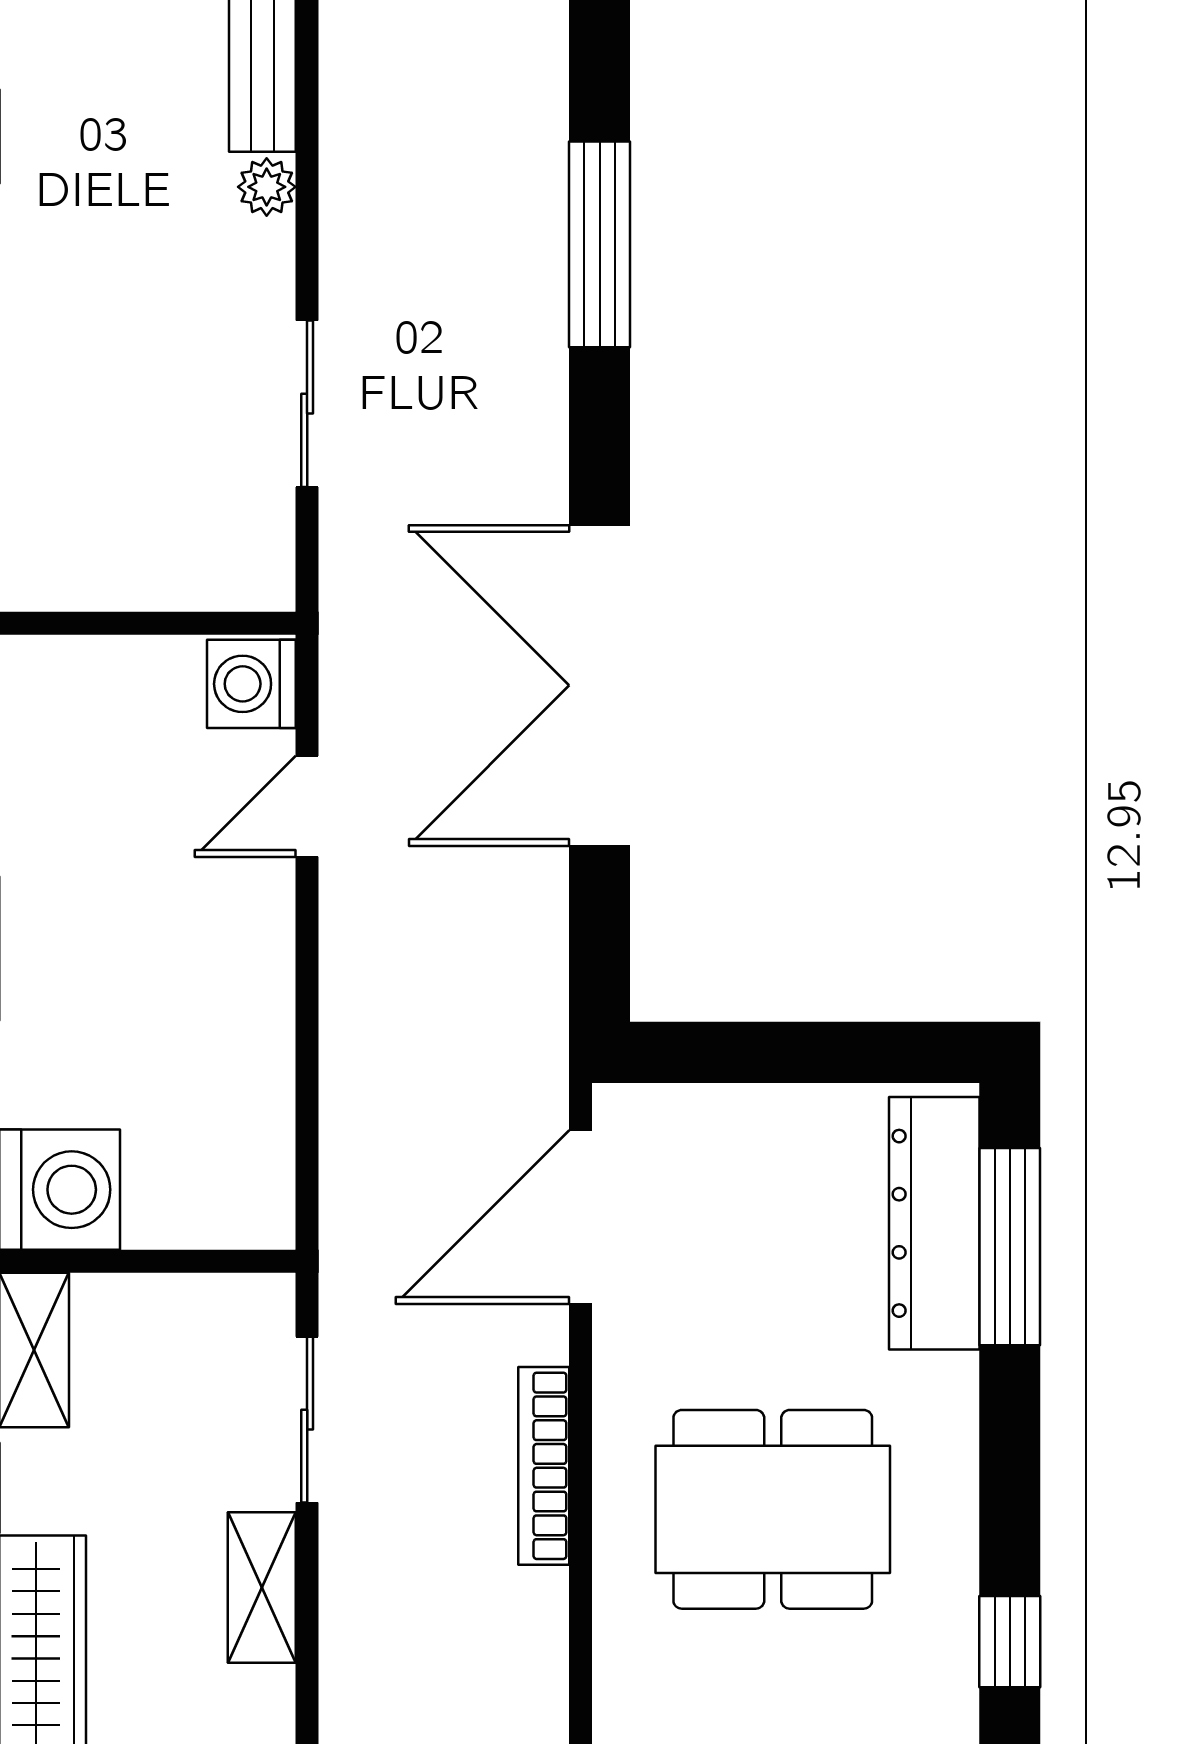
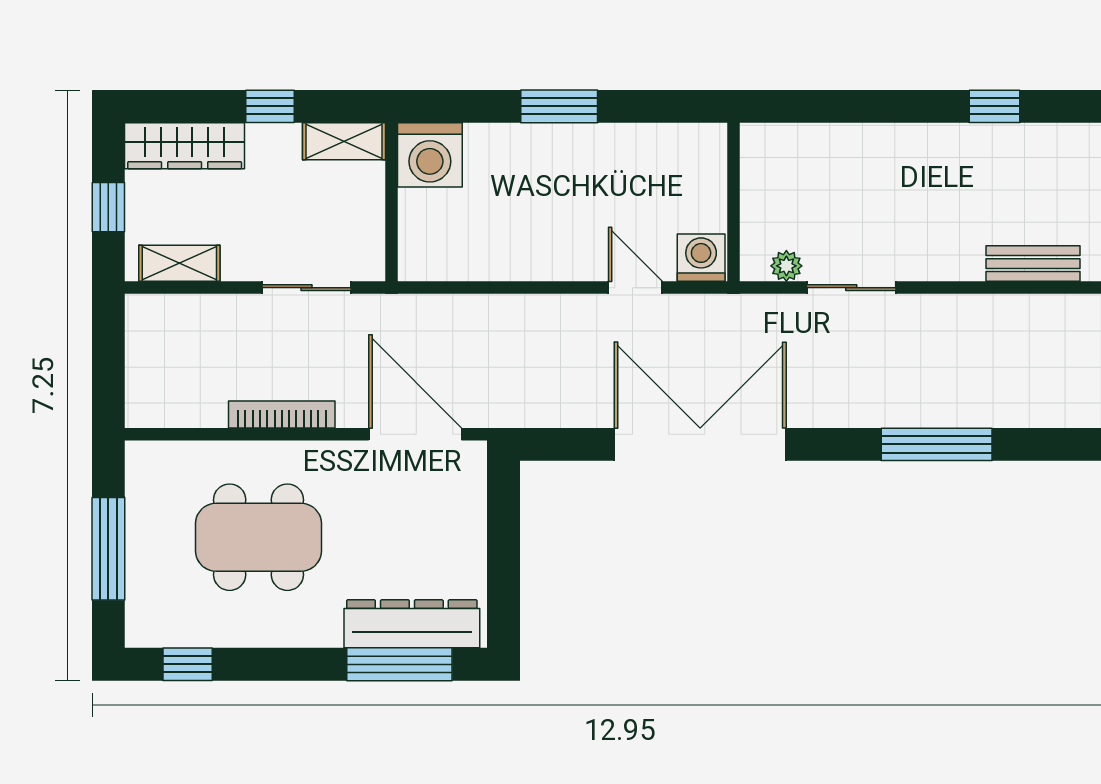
plant: (267, 187) -> (786, 266), moved
dining table: (773, 1509) -> (258, 537), turned 90
shelving: (262, 1588) -> (179, 263), moved

